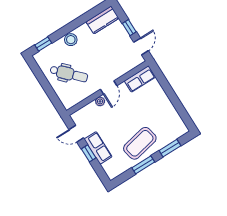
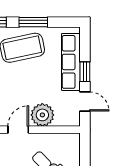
plant: (100, 101) -> (42, 115), width x1.88, depth x1.88
row of seats: (98, 148) -> (71, 62), width x1.48

